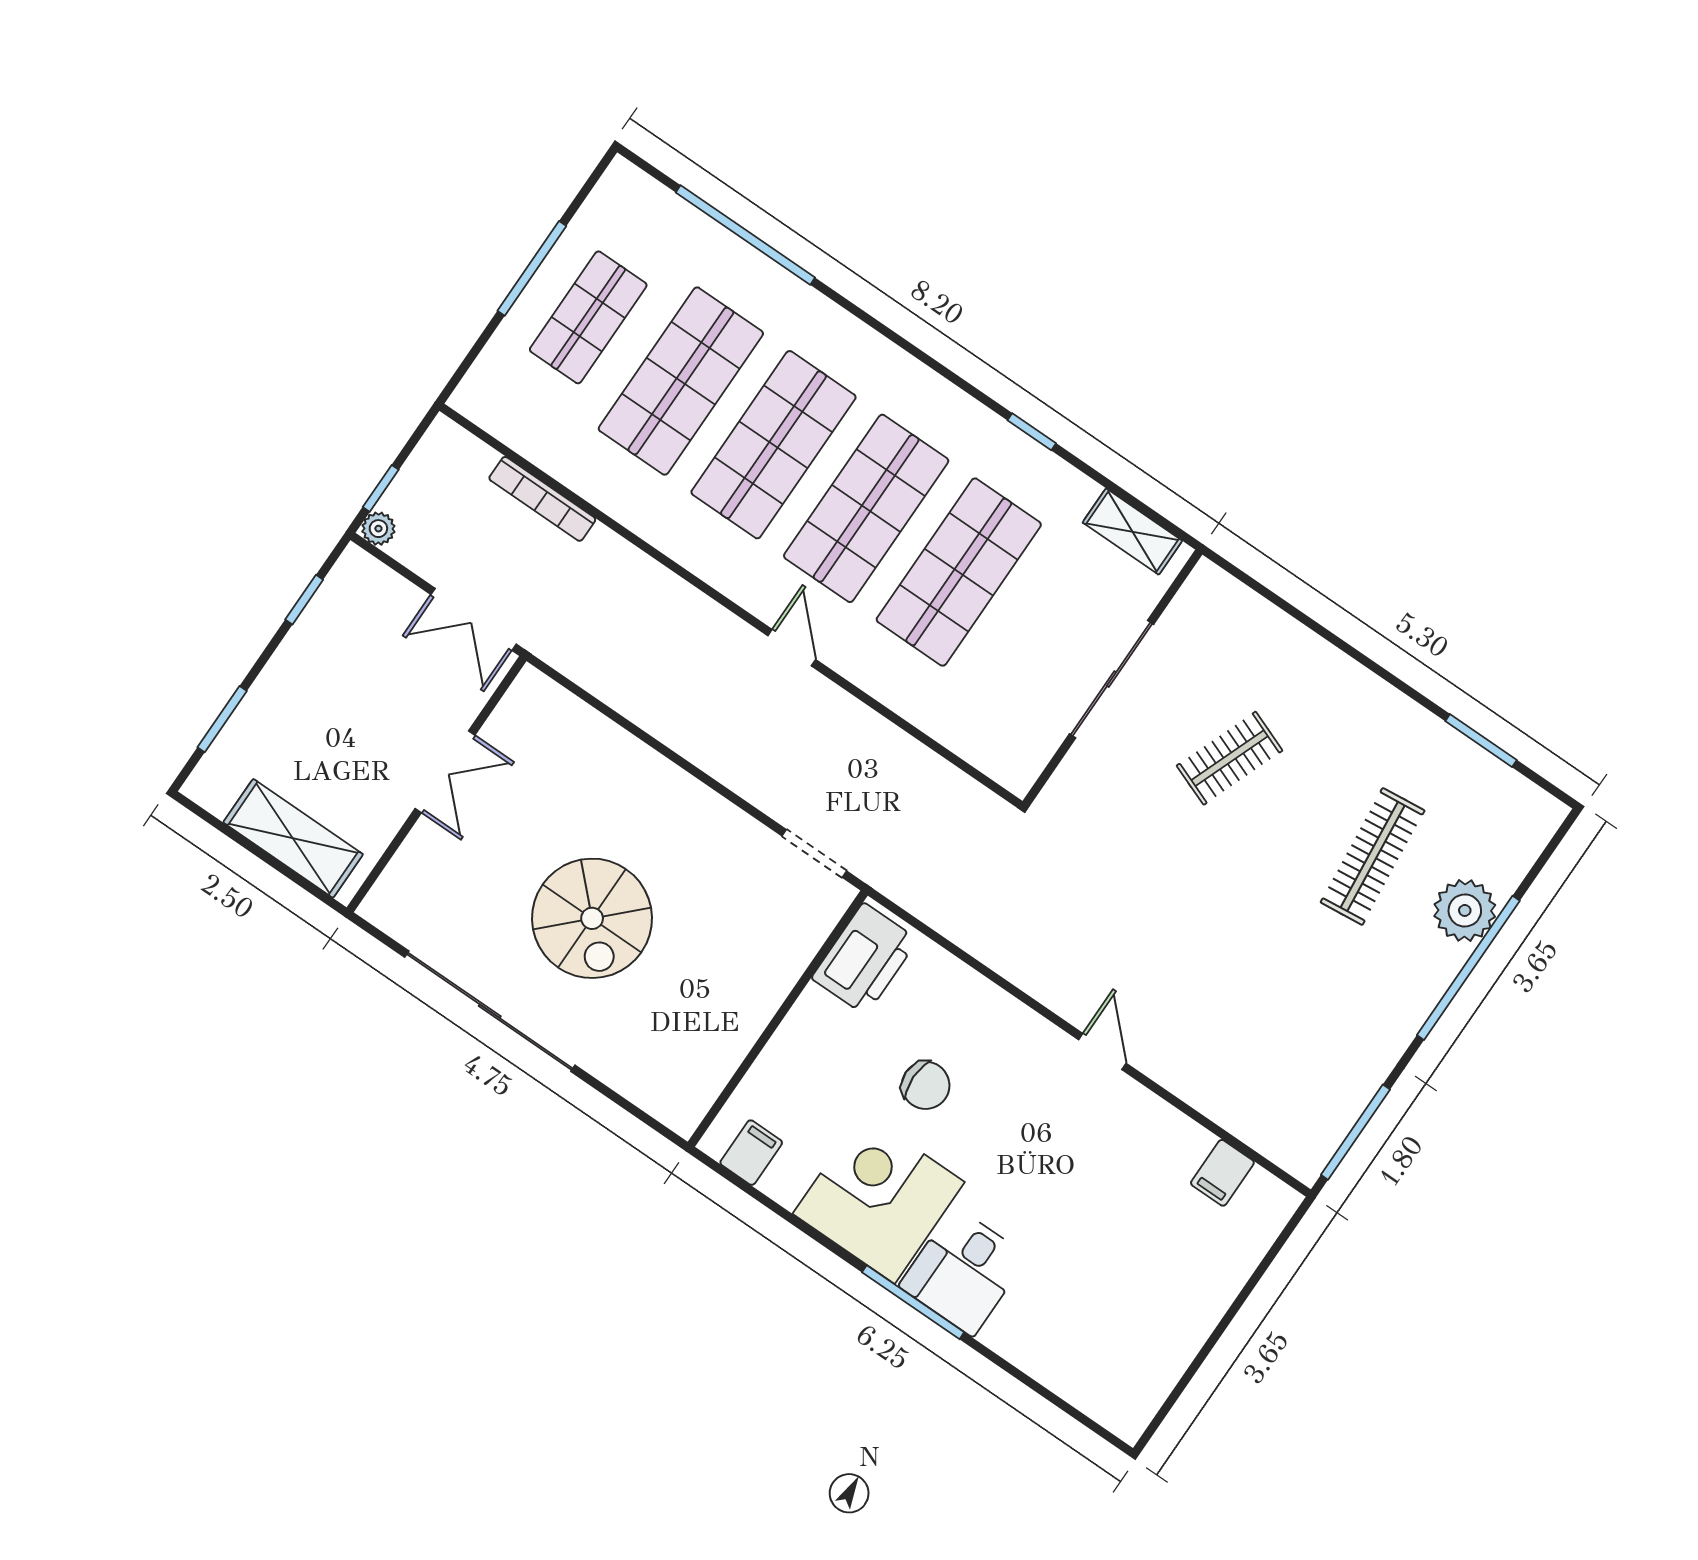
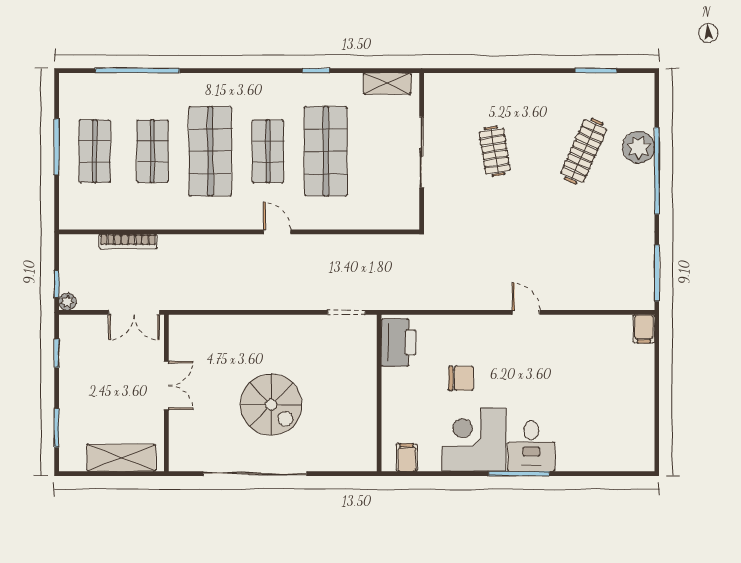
shop shelf: (681, 381) -> (152, 151), width x0.70, depth x0.74
shop shelf: (866, 508) -> (268, 151), width x0.70, depth x0.74
clothes rail: (1230, 758) -> (495, 151), turned -30
clothes rail: (1373, 856) -> (584, 151), turned 30
filing cabinet: (1222, 1173) -> (644, 329), moved

